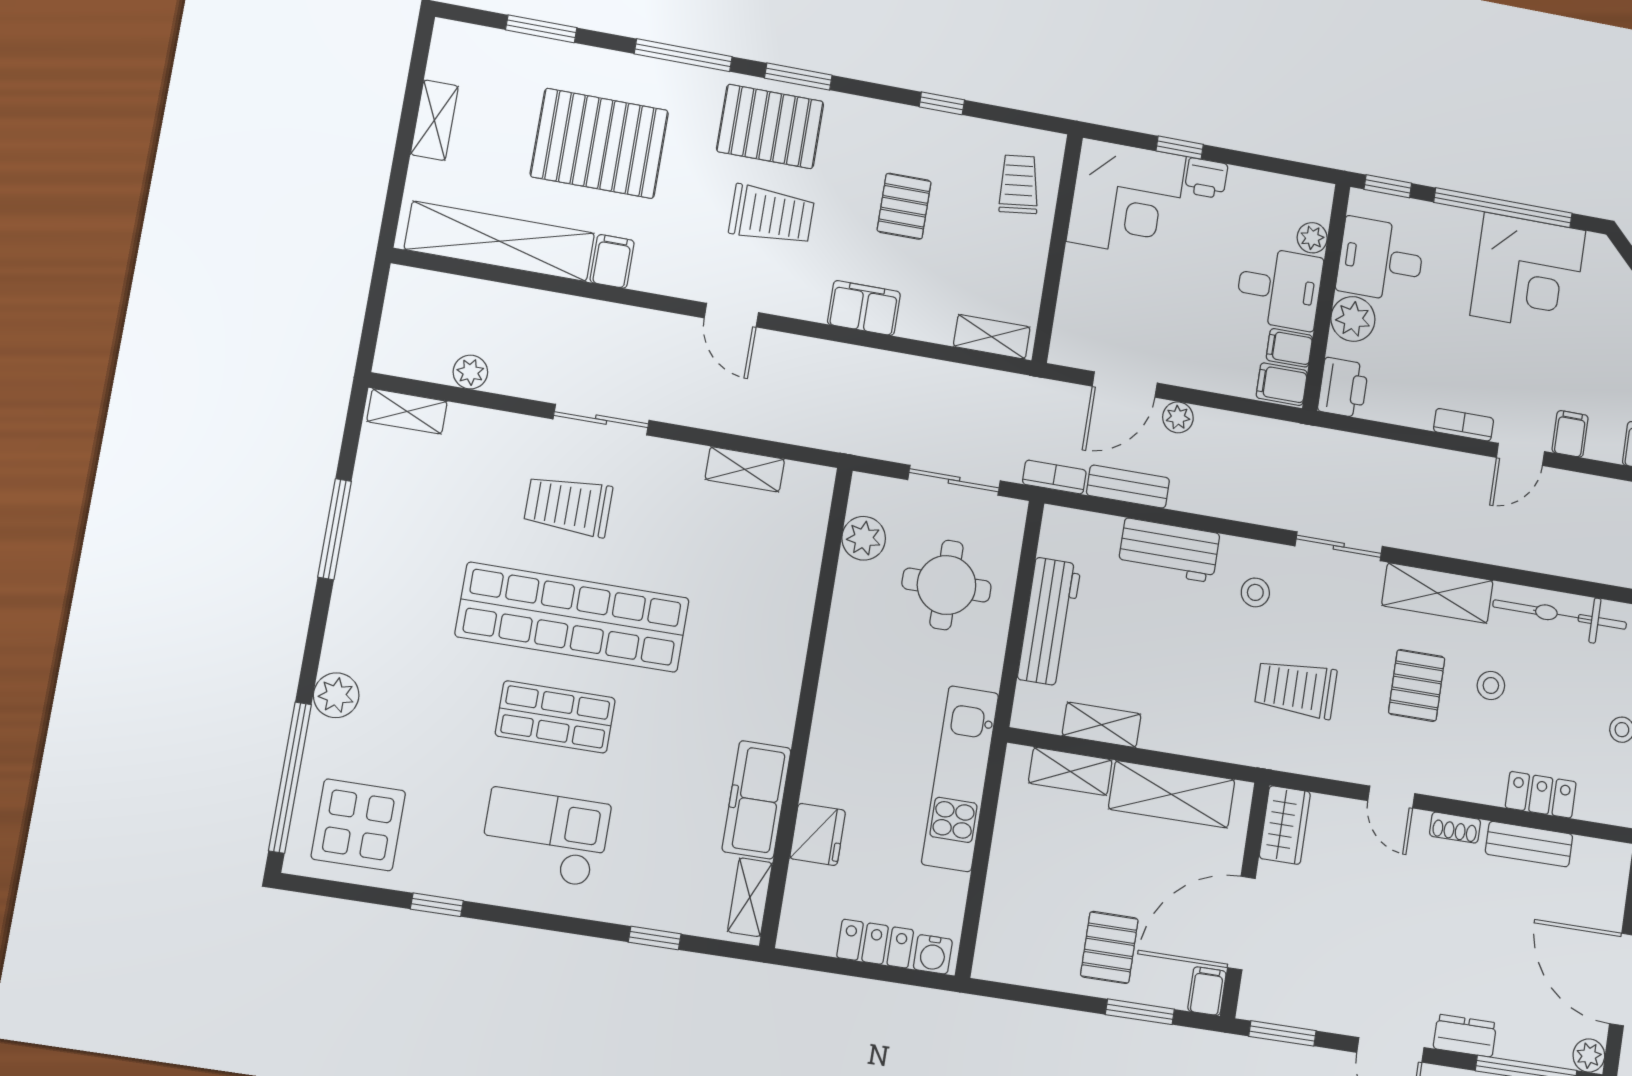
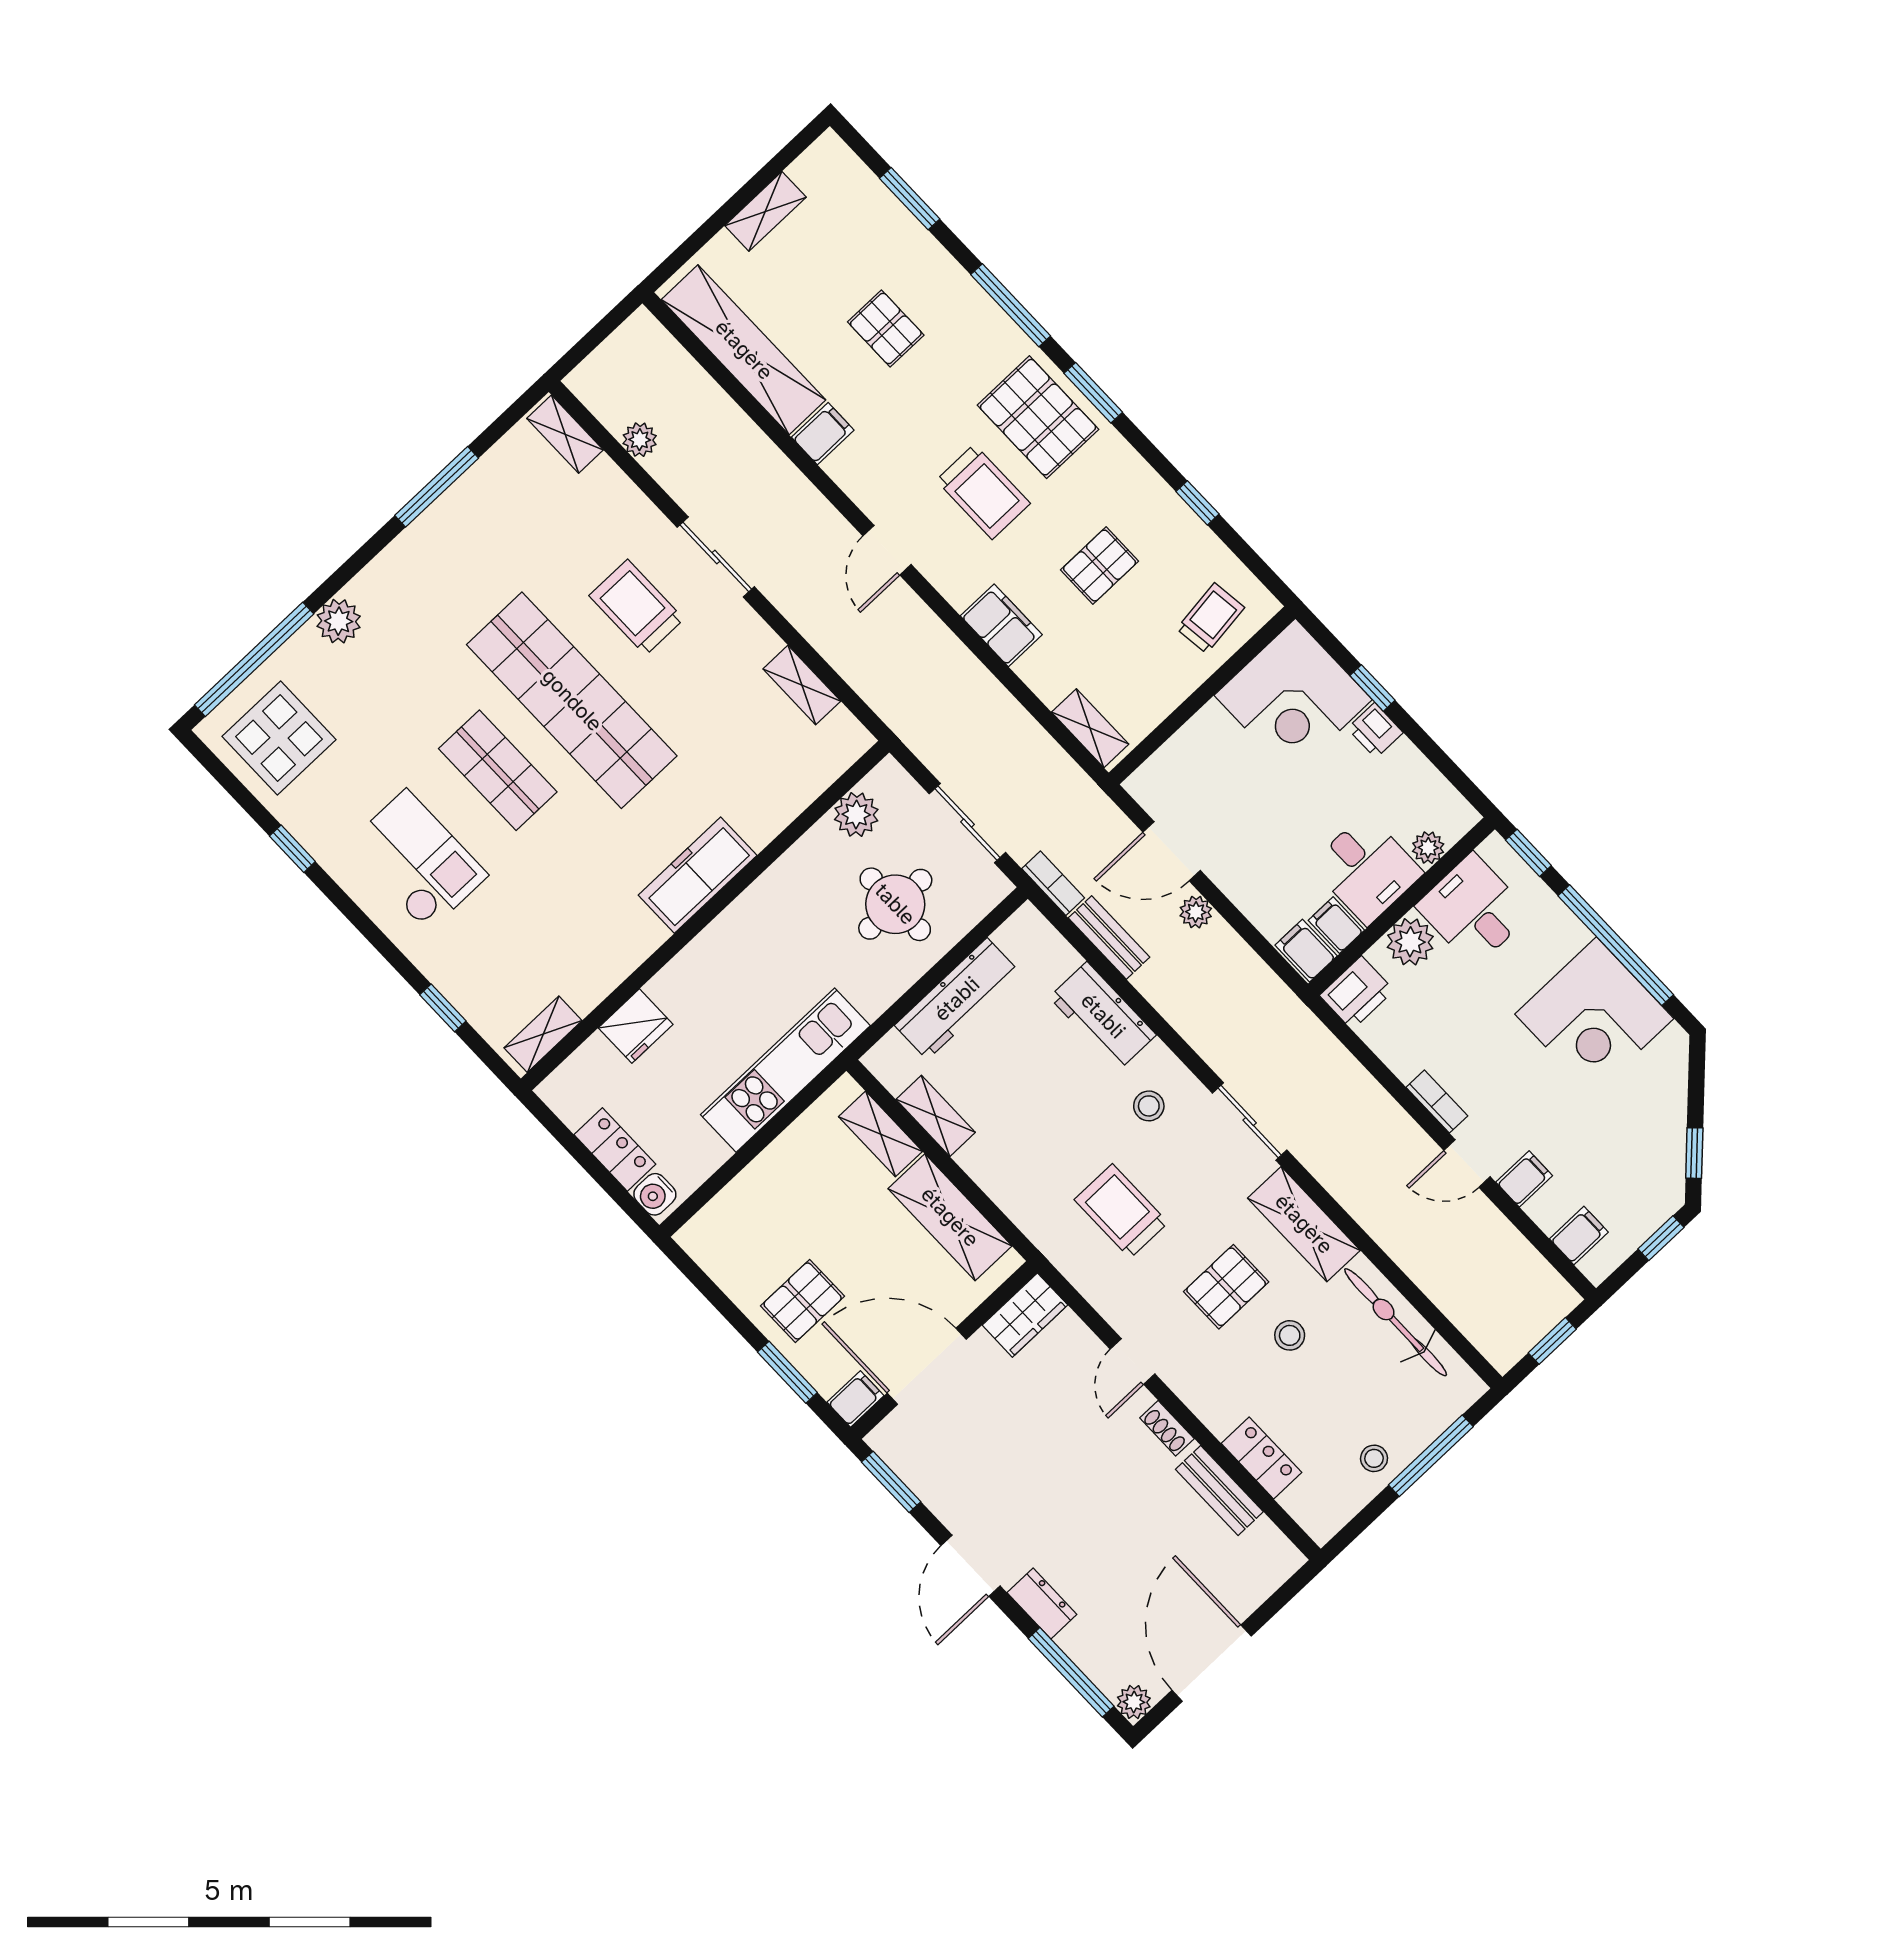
pallet: (599, 143) -> (886, 328), width x0.49, depth x0.50
freezer: (756, 800) -> (698, 875), moved

